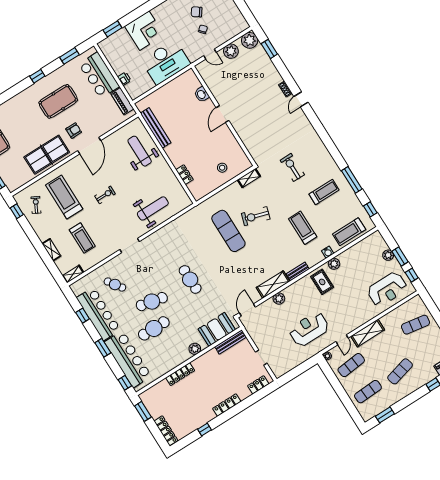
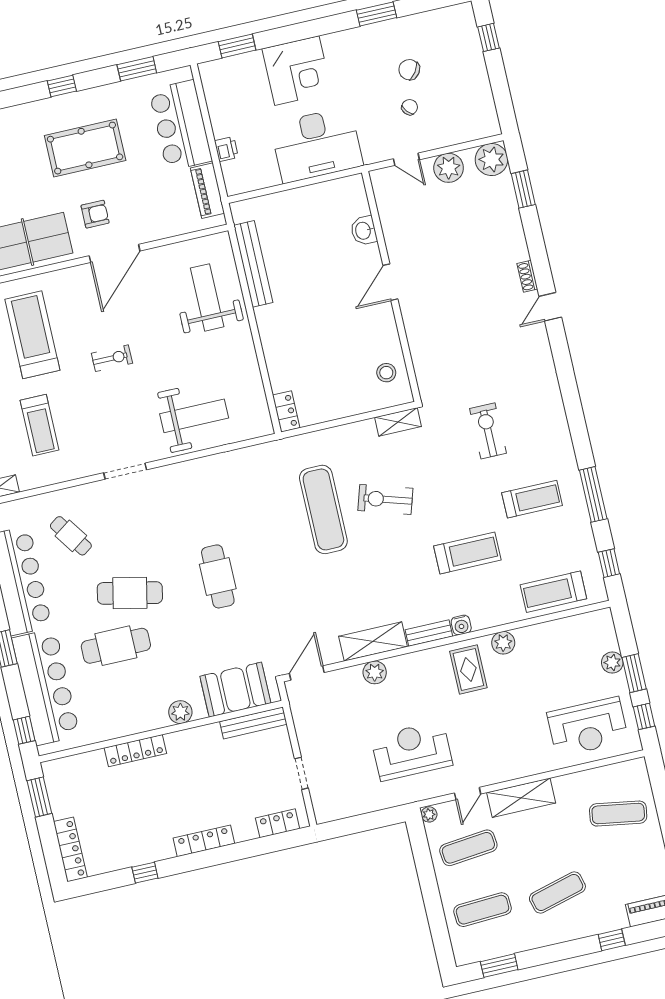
stool: (222, 168) -> (386, 373), moved
locker: (185, 175) -> (286, 411), moved
treadmill: (303, 228) -> (467, 553), turned 90
water cooler: (328, 252) -> (461, 625), moved

